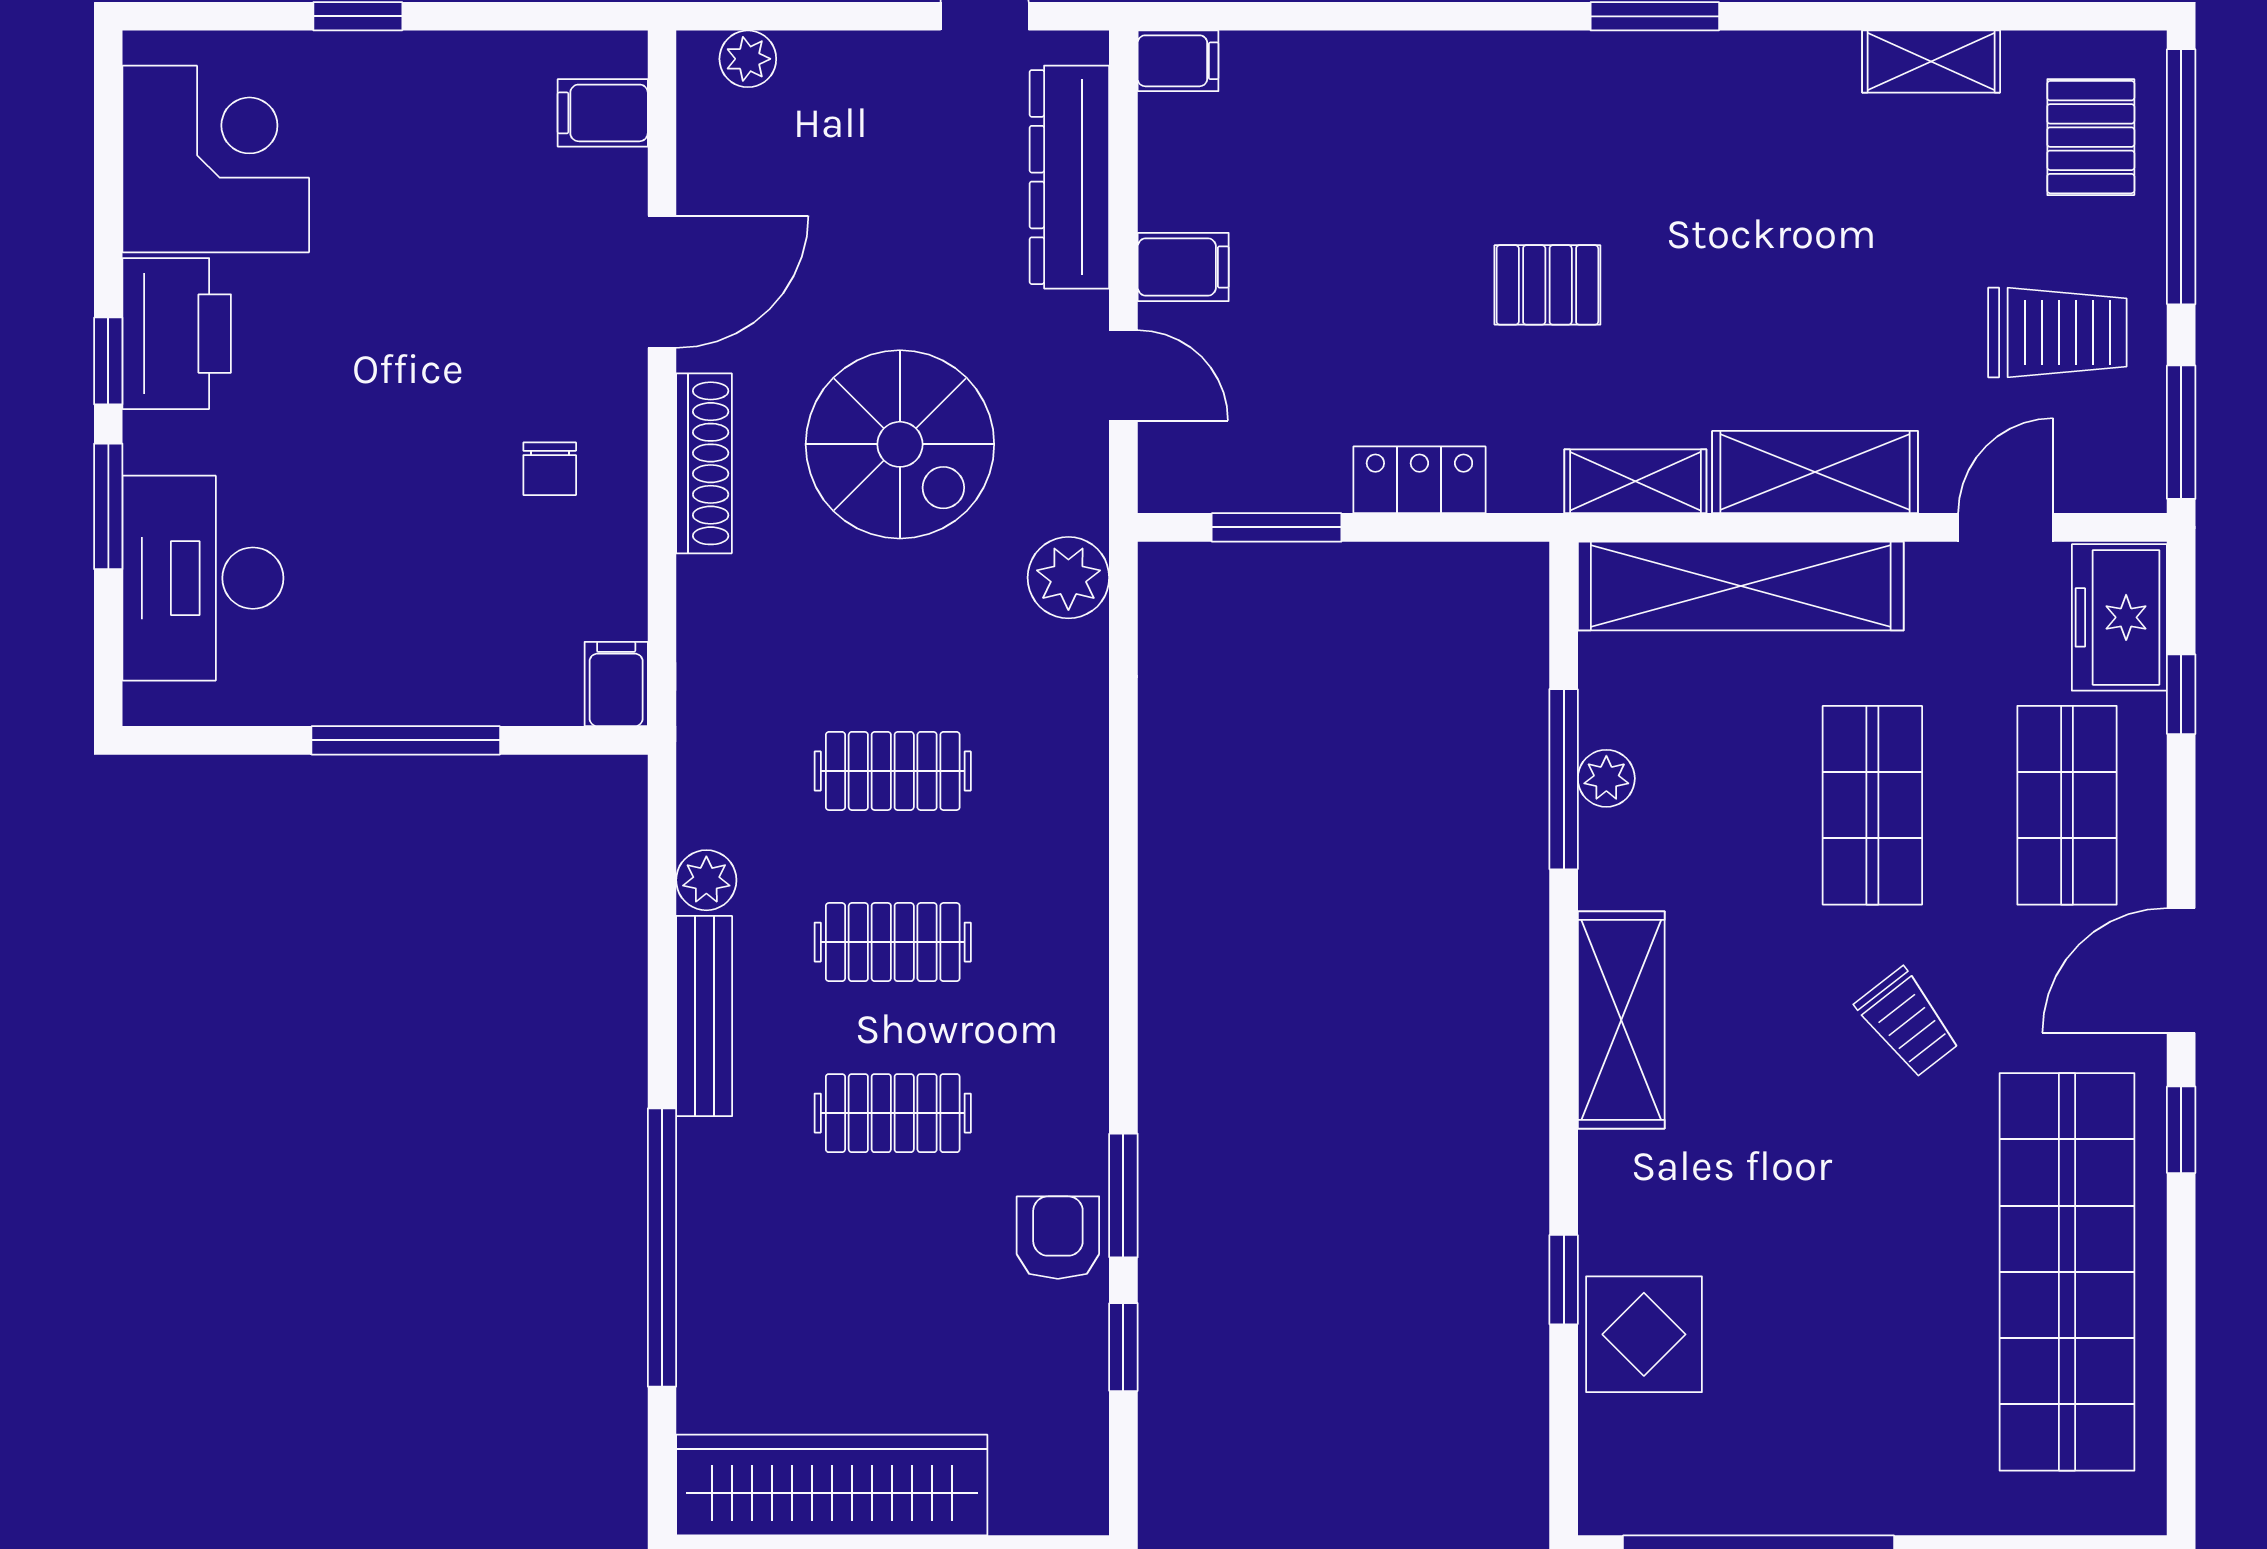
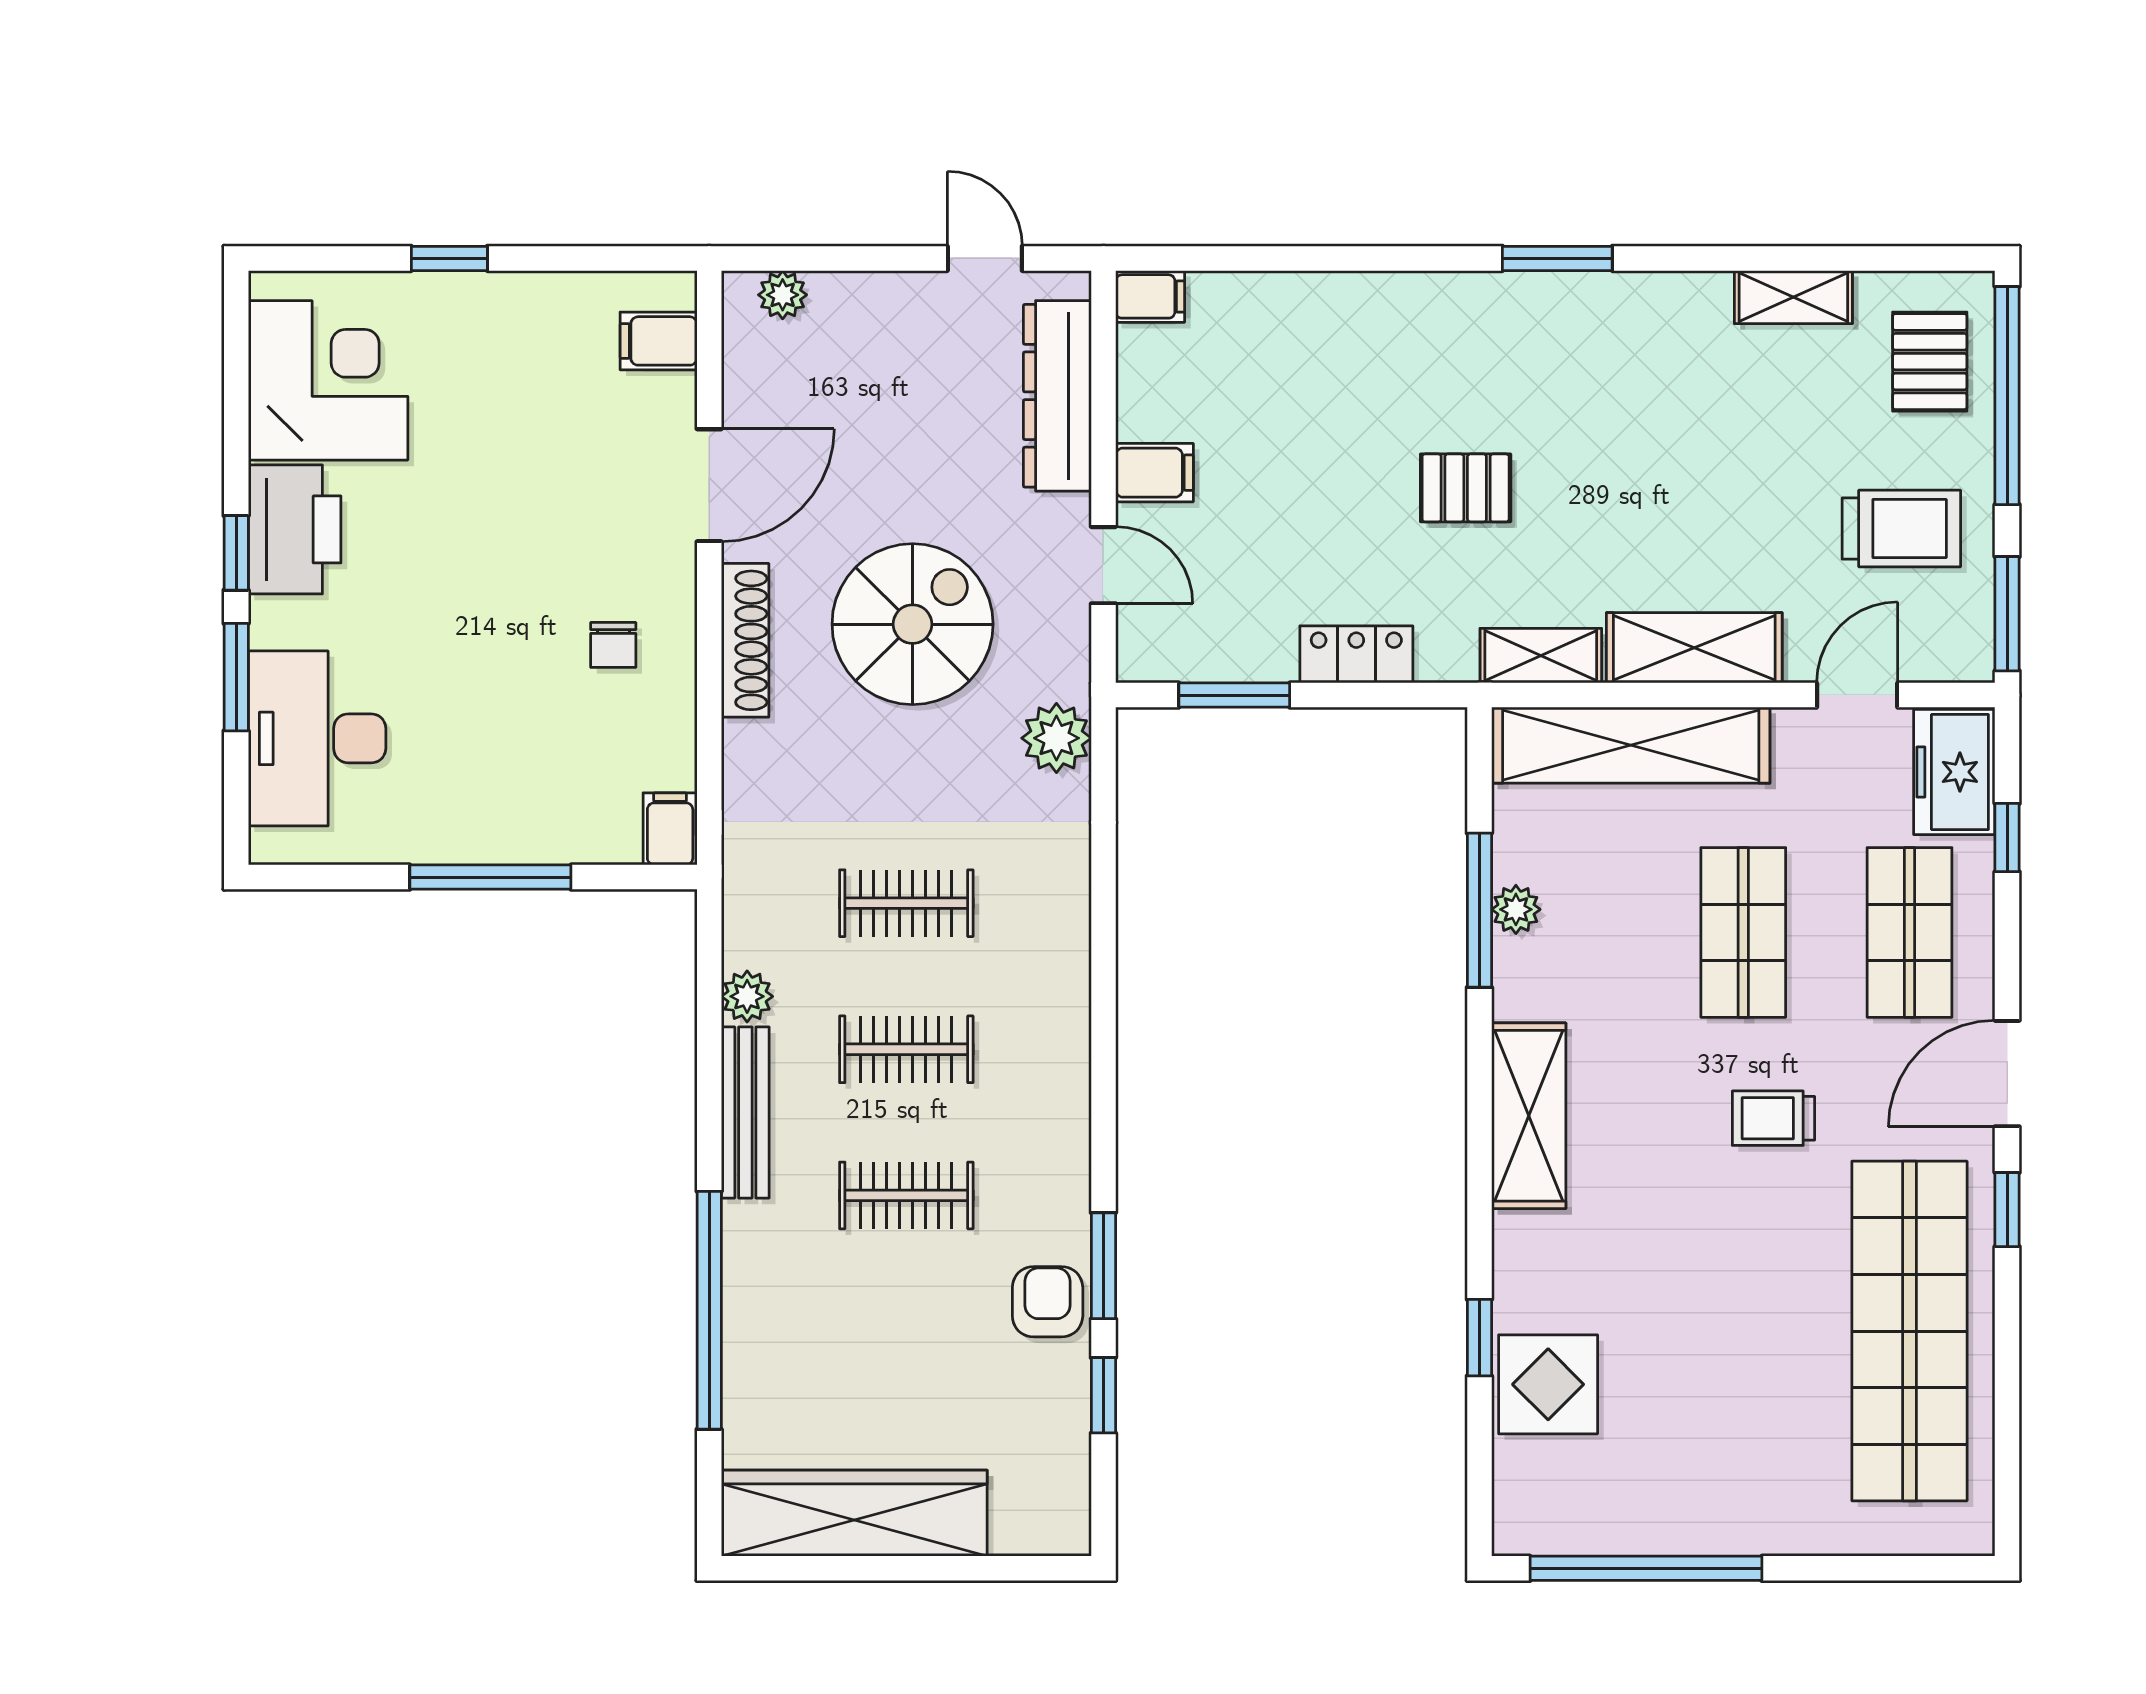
spiral stairs: (900, 444) -> (913, 624), turned -90
trolley: (1908, 1023) -> (1773, 1118), turned 128

